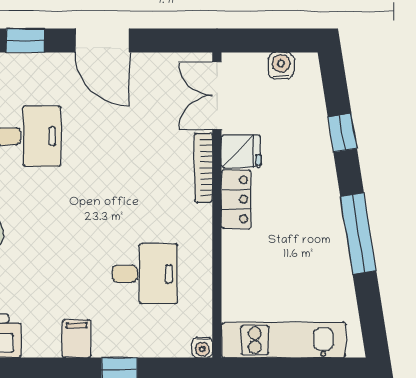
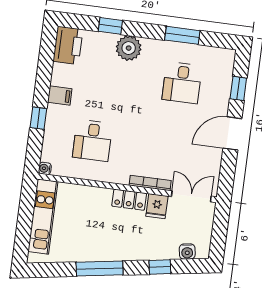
water cooler: (281, 65) -> (187, 252), moved, turned 81

